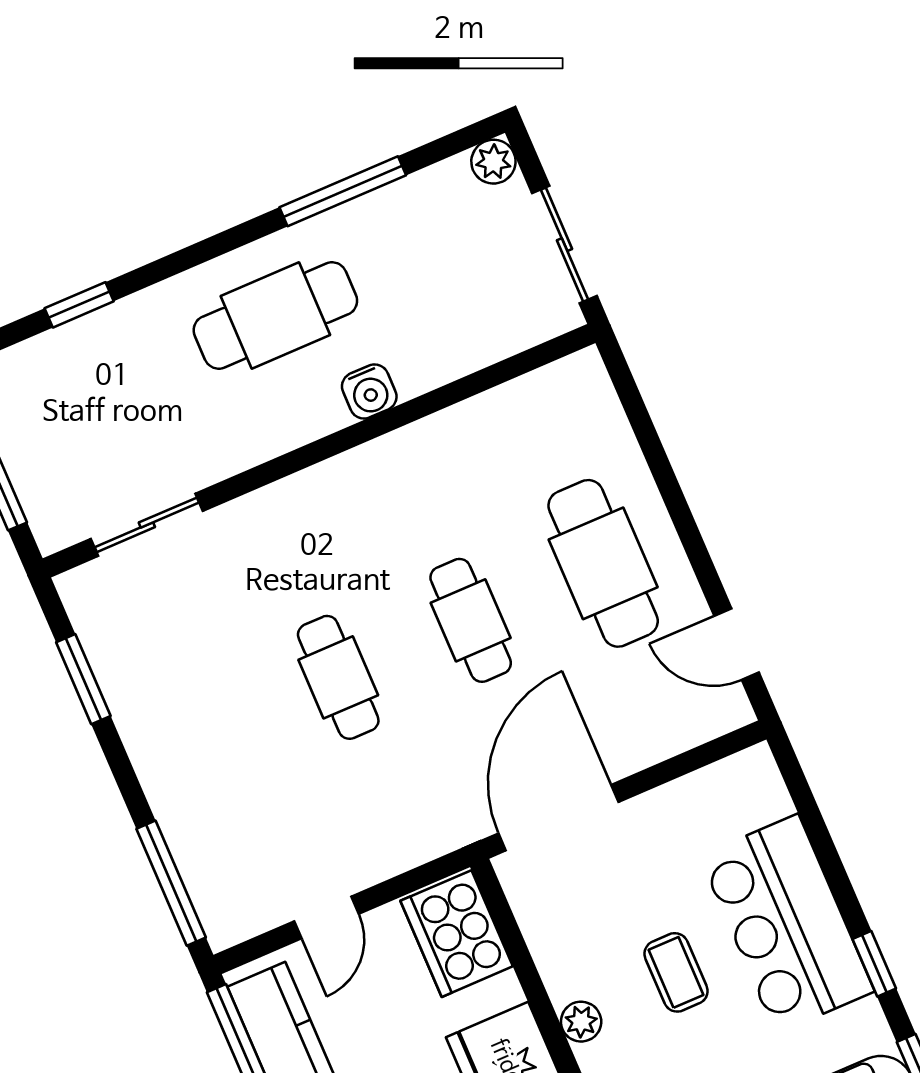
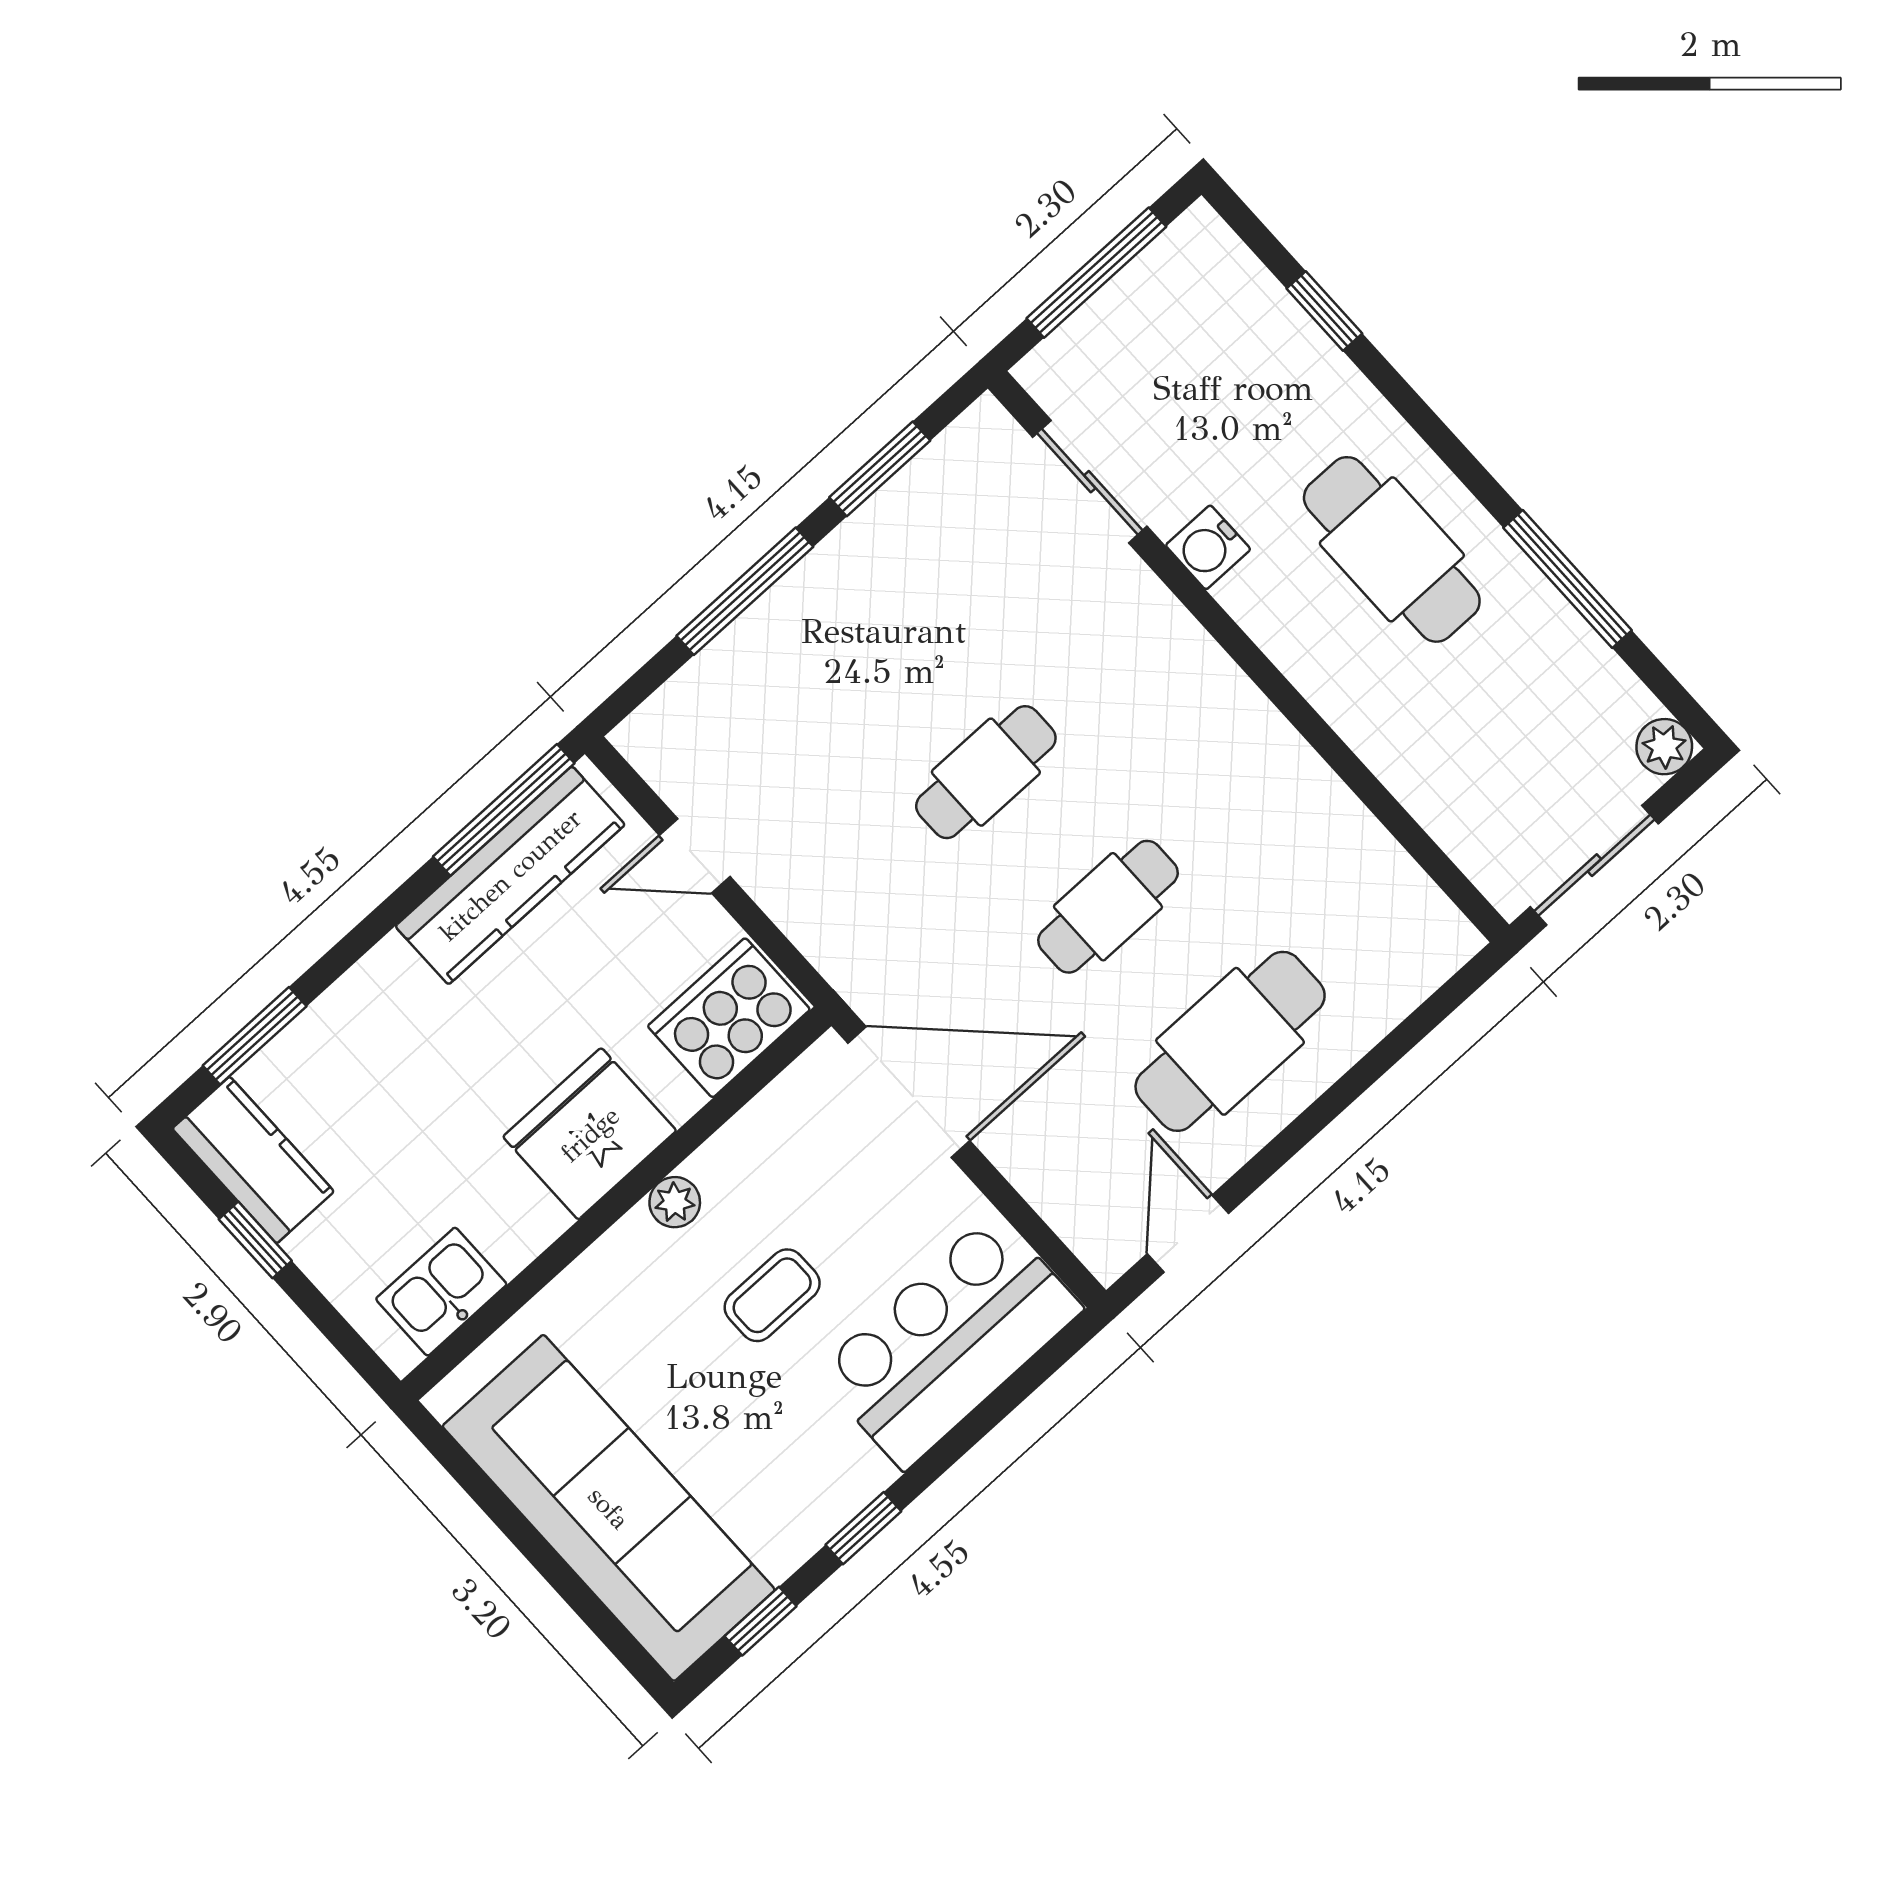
water cooler: (369, 391) -> (1208, 547), moved
window: (171, 883) -> (745, 591), moved
bar counter: (787, 924) -> (949, 1341), moved

